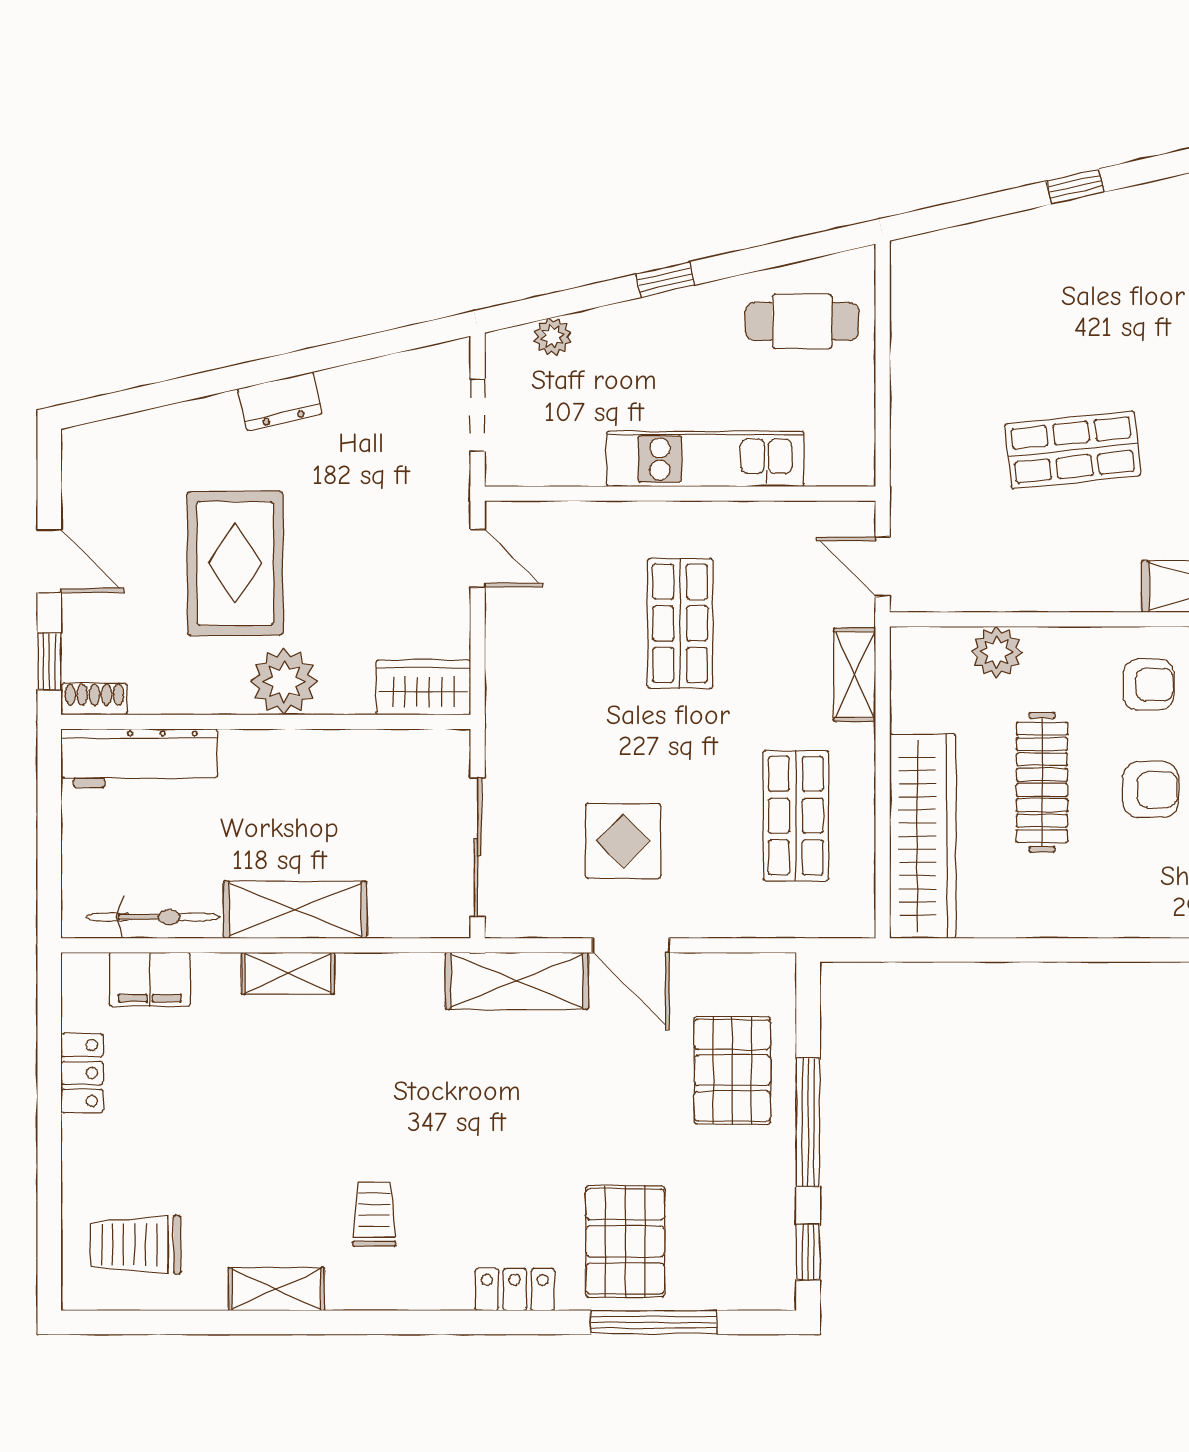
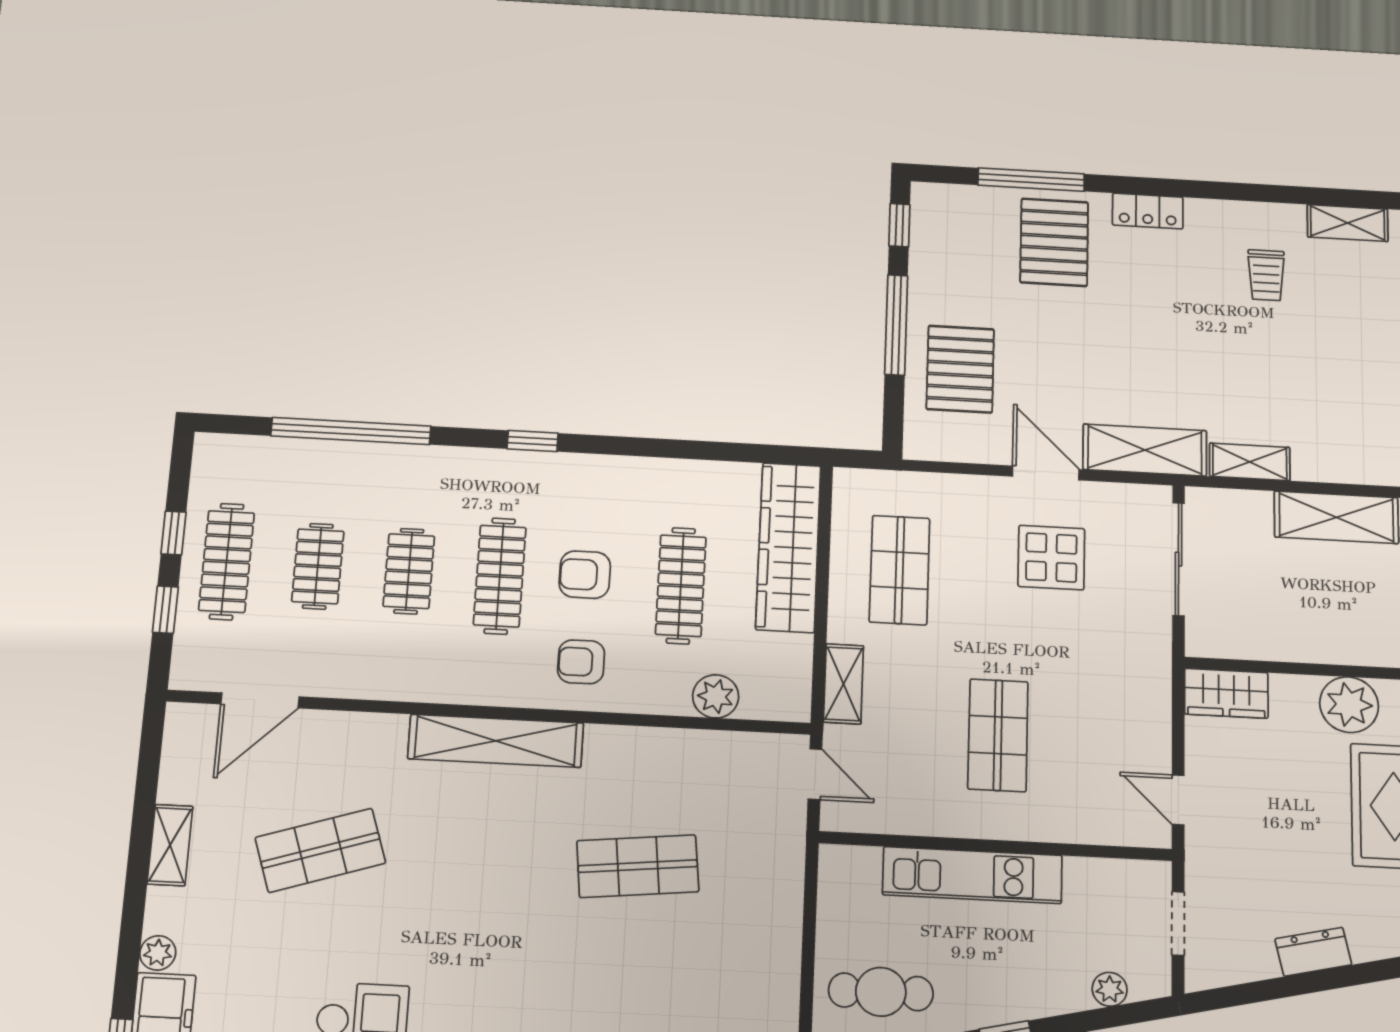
dresser: (280, 401) -> (1313, 952), moved
shelving: (288, 973) -> (1250, 462), moved

